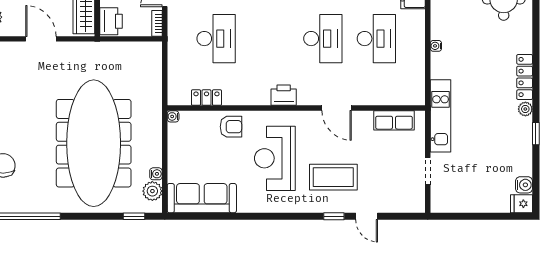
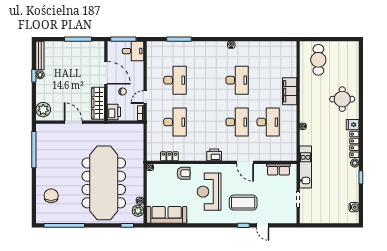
fridge: (522, 204) -> (353, 125), moved

